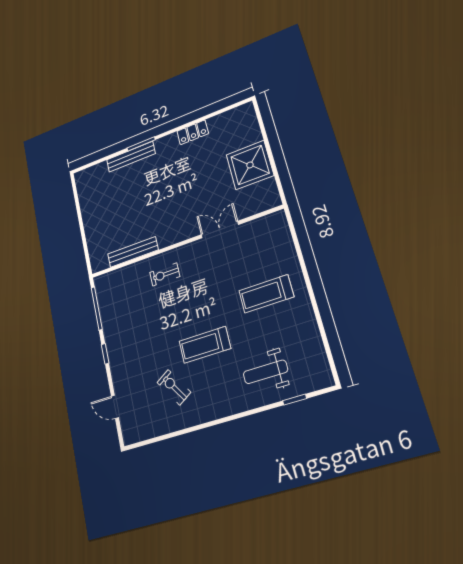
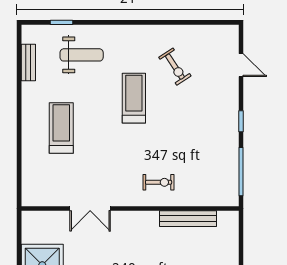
treadmill: (266, 294) -> (61, 128), turned -90
treadmill: (205, 345) -> (134, 98), turned -90
bench: (317, 348) -> (28, 63), added

